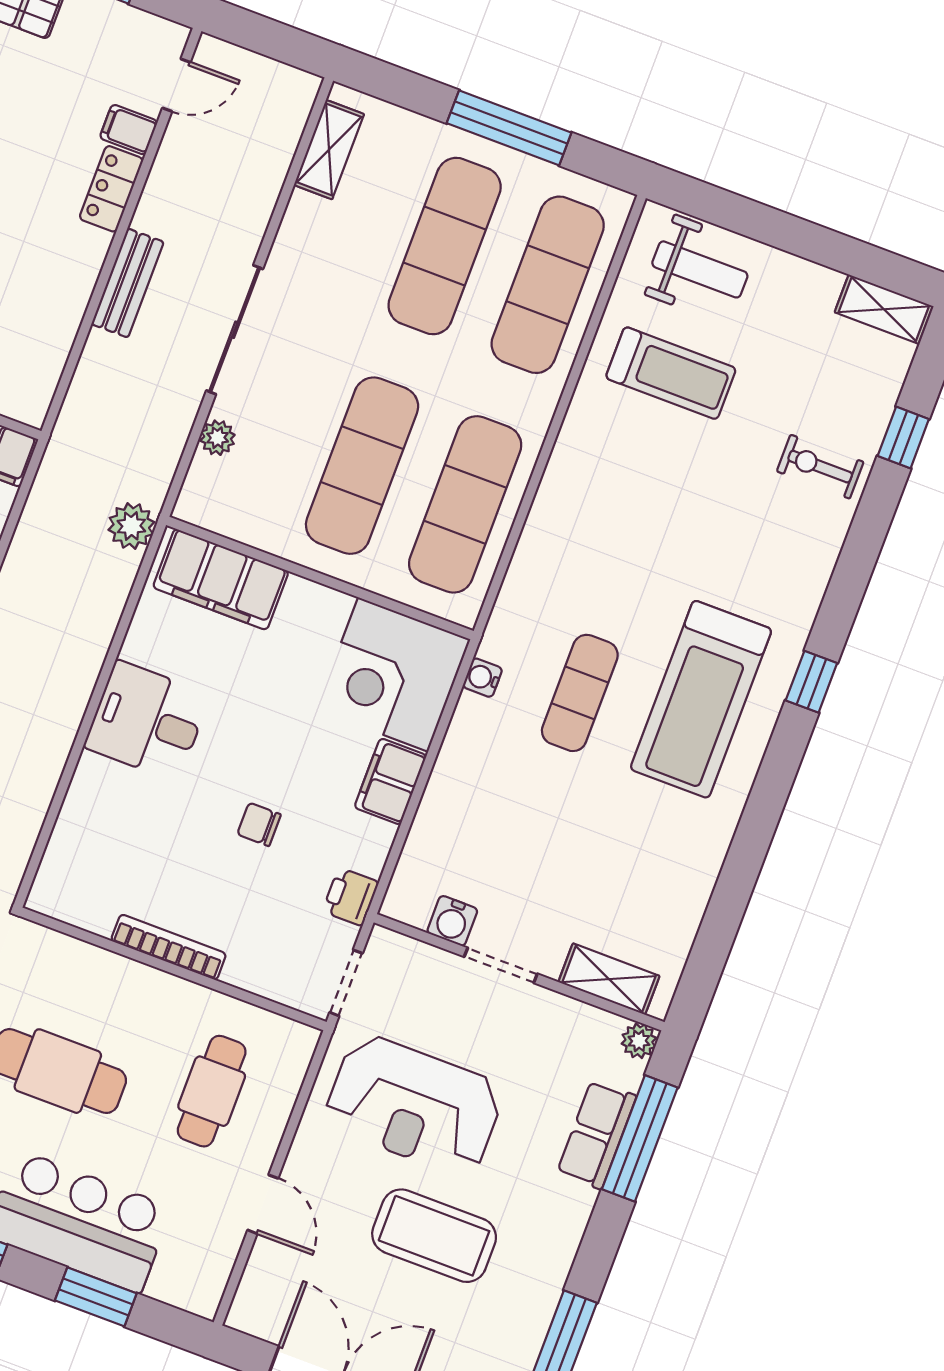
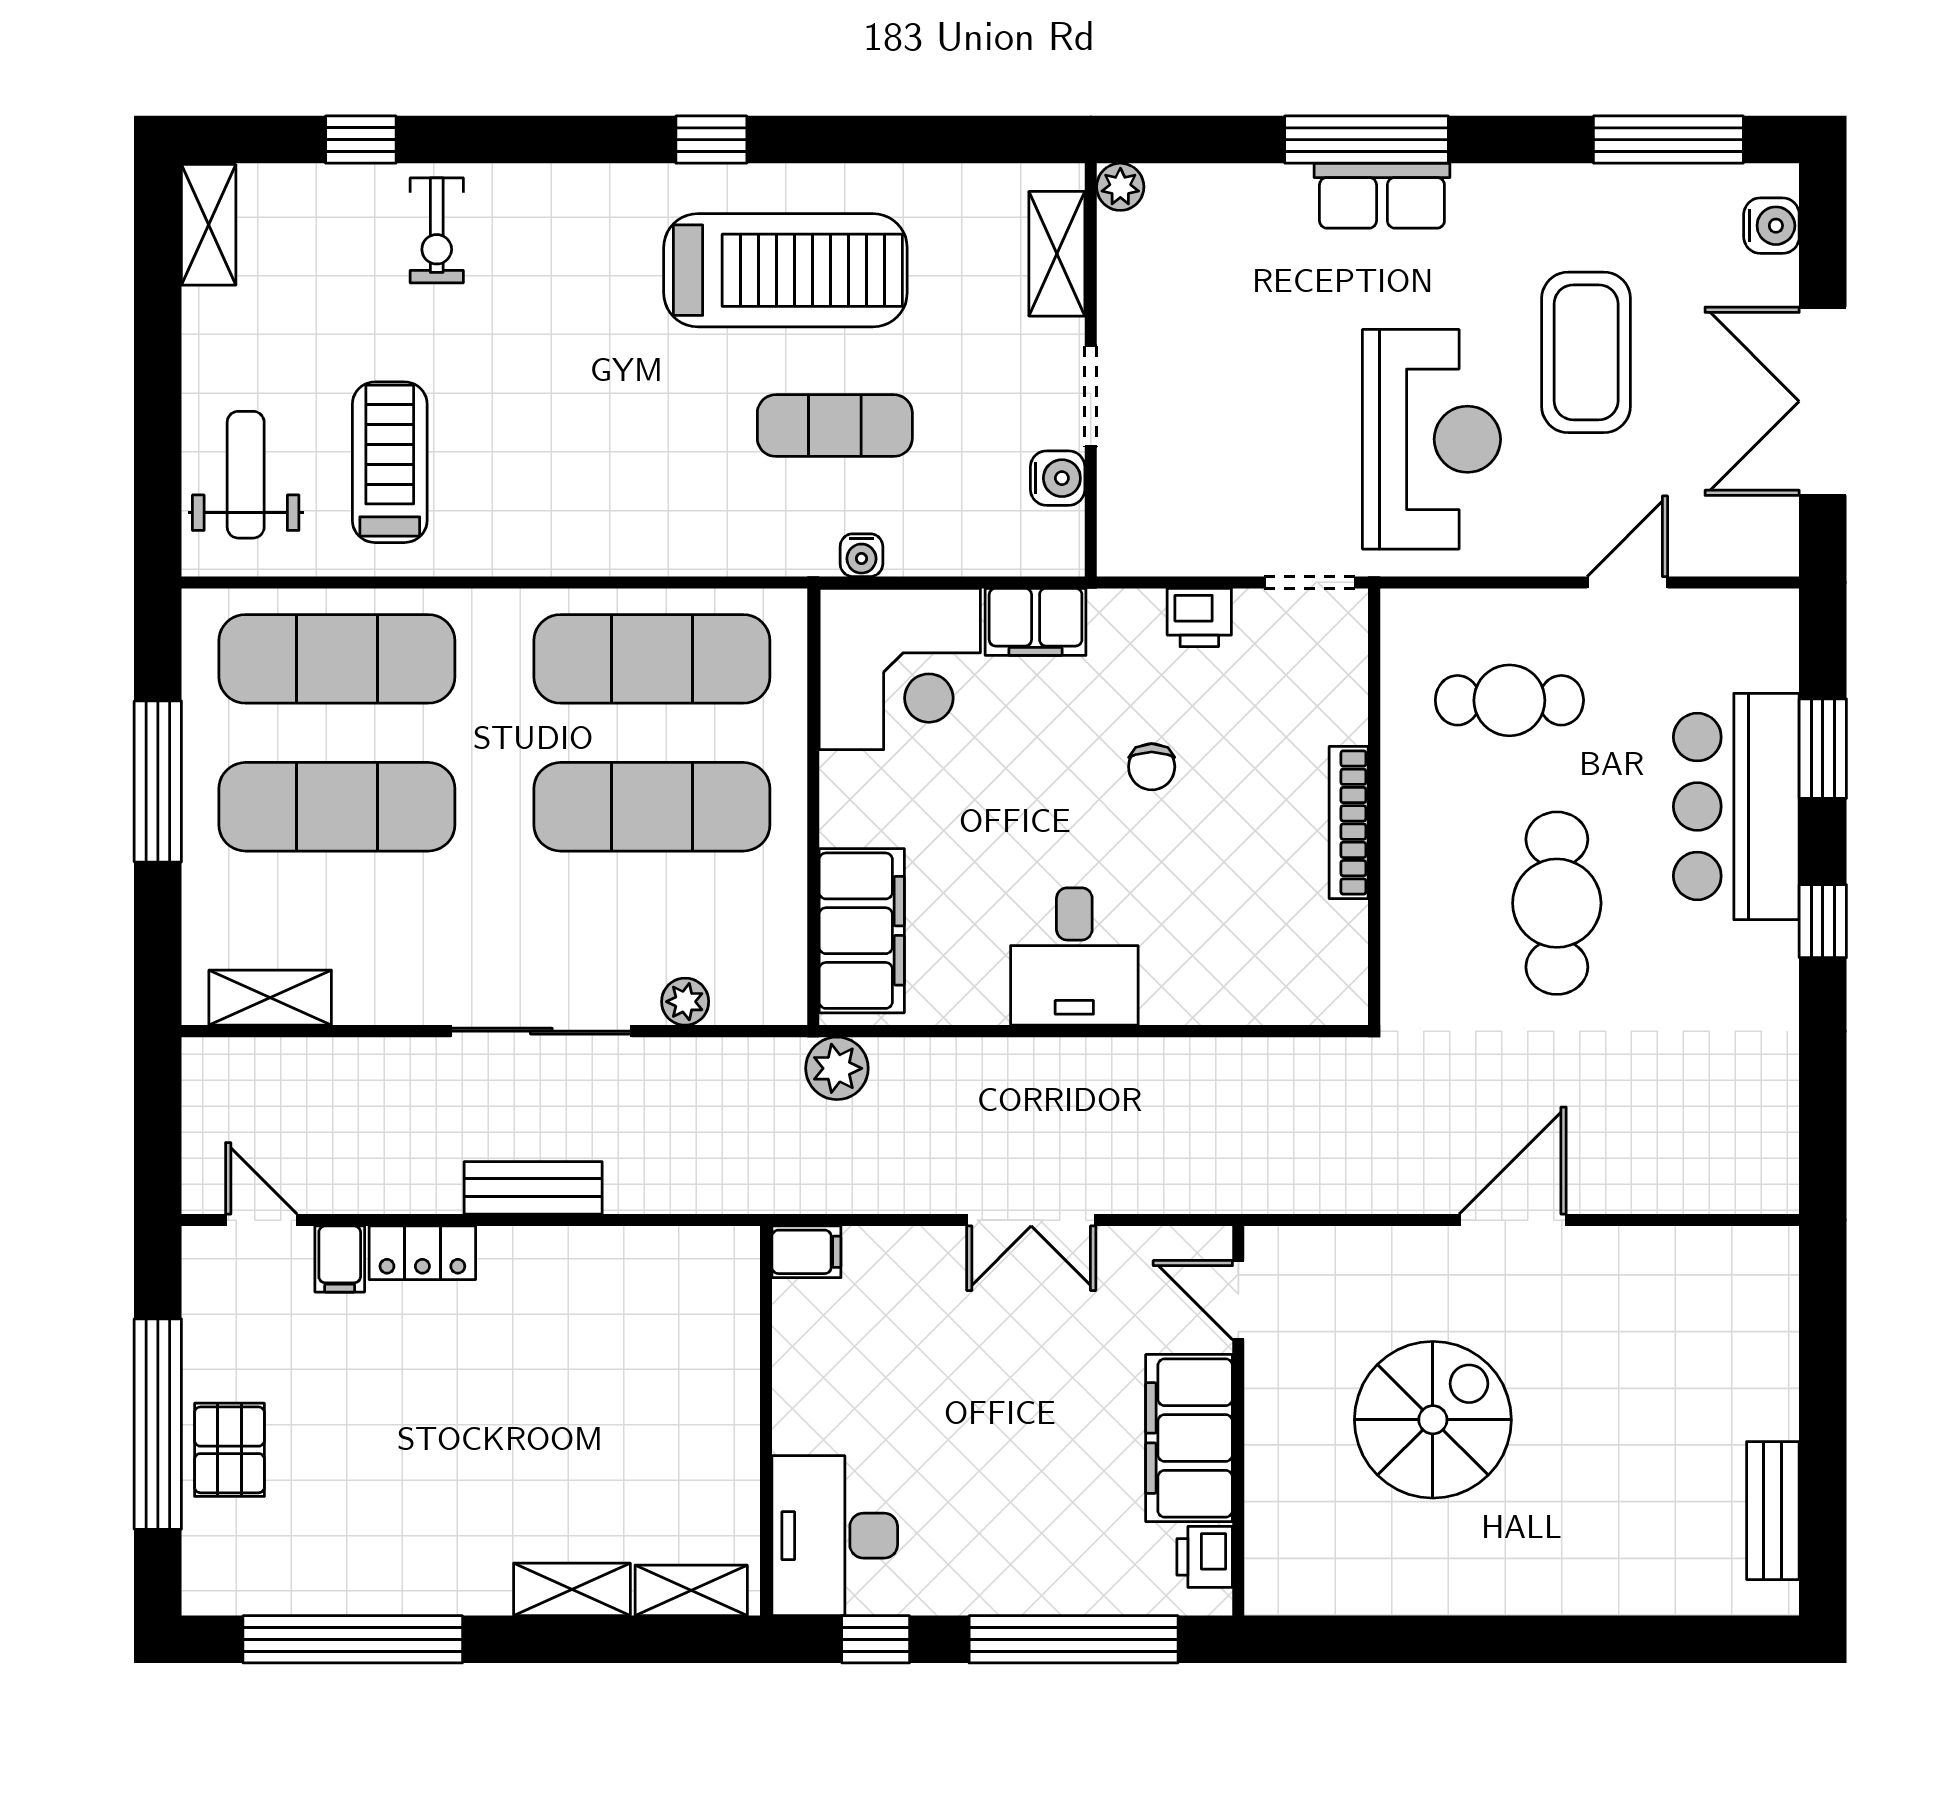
water cooler: (452, 921) -> (1058, 478), moved
doorway: (501, 965) -> (1091, 396), moved
wall: (519, 972) -> (1091, 370), moved
shelving: (609, 979) -> (1057, 254), moved
plant: (639, 1041) -> (1120, 187), moved

